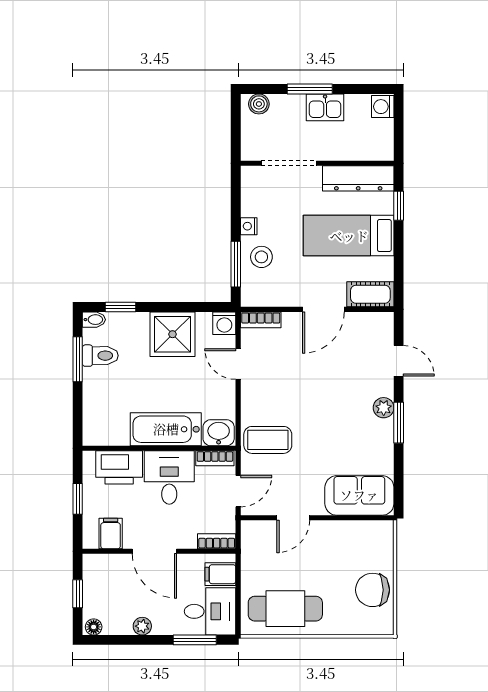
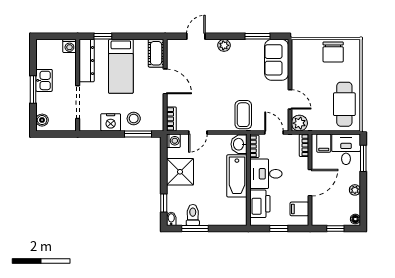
washing machine: (383, 107) -> (69, 46), moved
nightstand: (249, 226) -> (111, 122), width x1.89, depth x1.79
window: (399, 423) -> (258, 36), moved
plant: (254, 533) -> (299, 123), added

